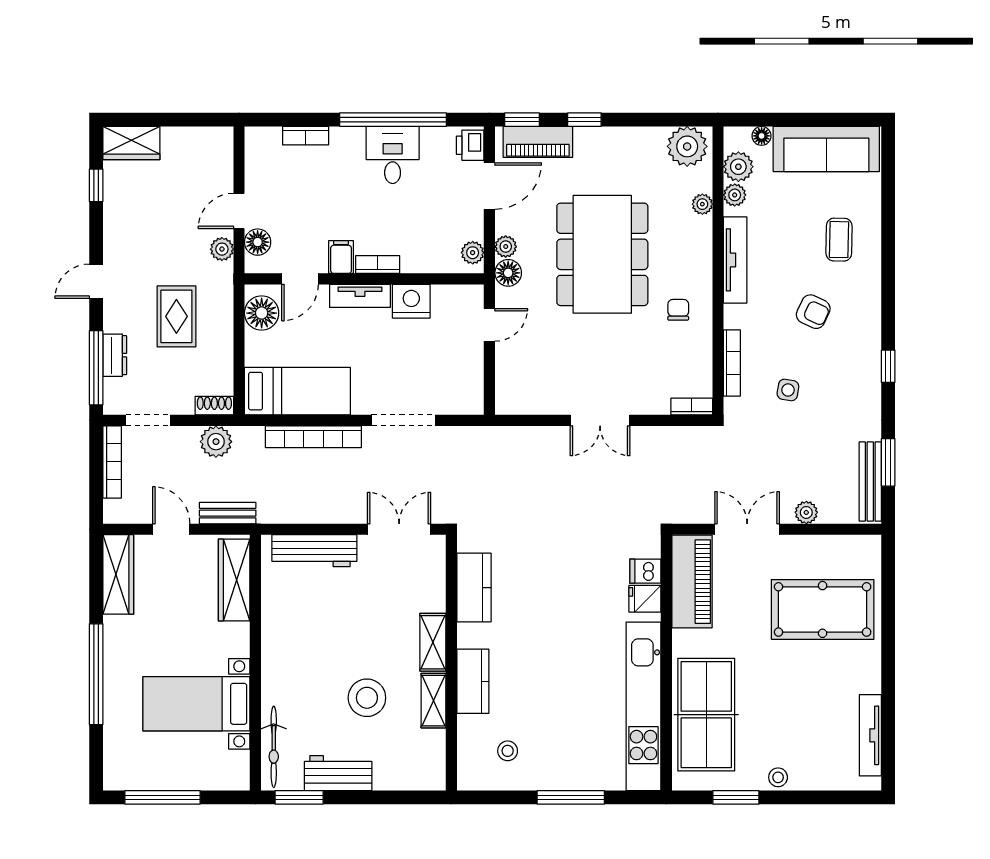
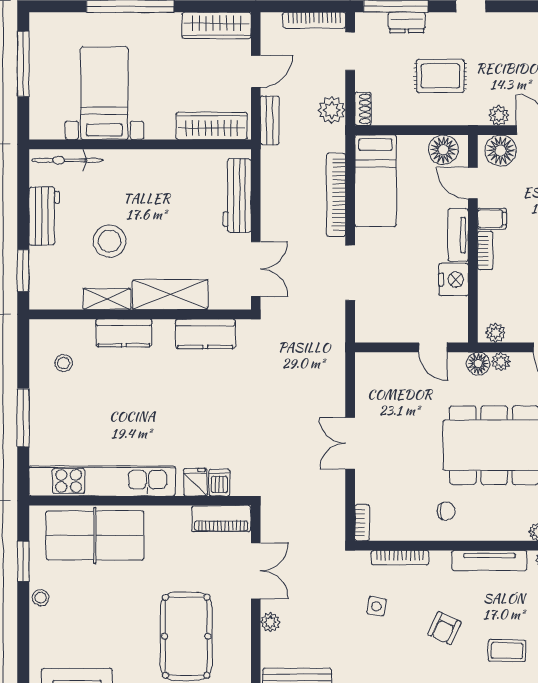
floor lamp: (258, 242) -> (501, 151), width x1.38, depth x1.38
piano: (692, 582) -> (221, 519), width x0.73, depth x0.75
shelving: (433, 642) -> (170, 295), width x1.50, depth x1.33
window: (299, 797) -> (23, 271), moved

